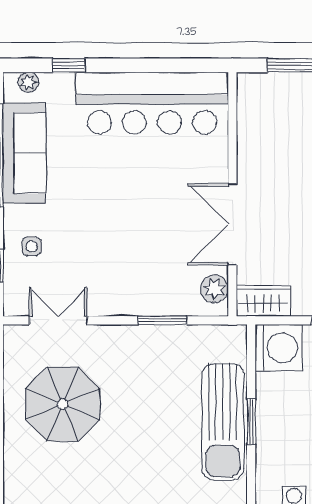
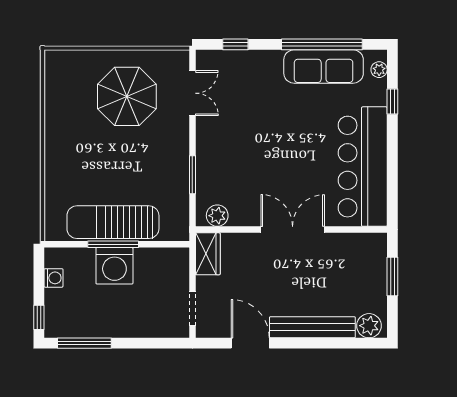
double door: (232, 224) -> (293, 230), moved
side table: (32, 246) -> (250, 72), removed
washing machine: (279, 348) -> (114, 266), moved
window: (251, 422) -> (113, 244), width x1.44

